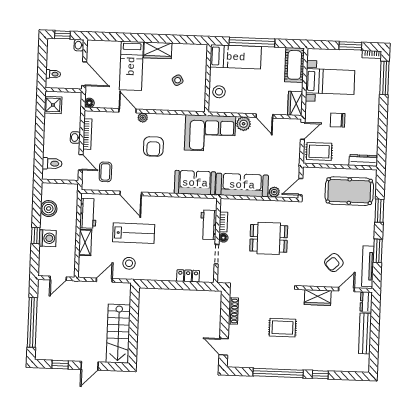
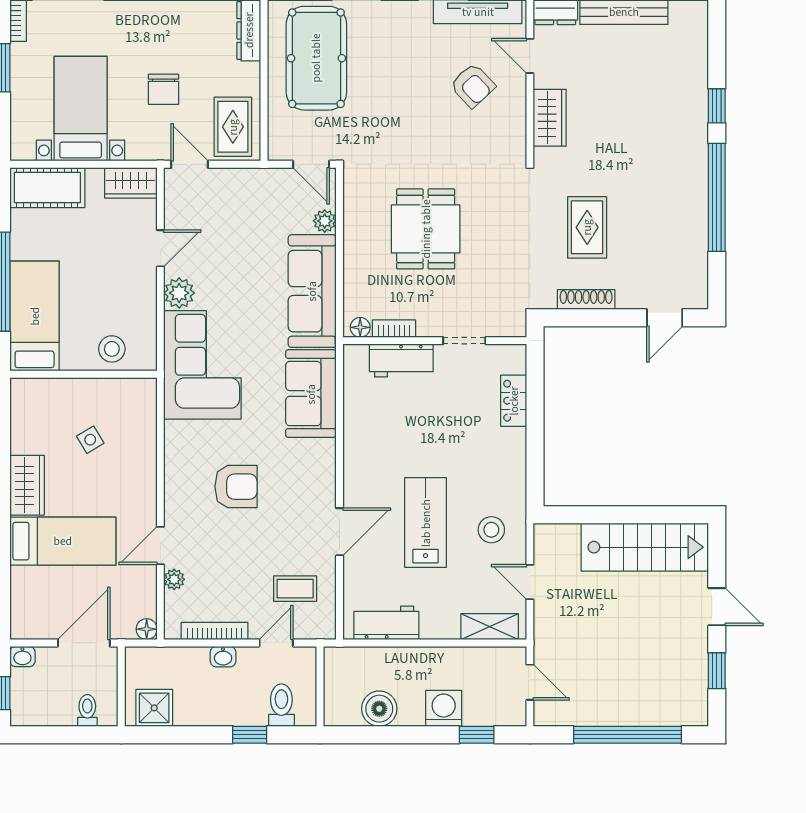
plant: (143, 118) -> (174, 579), moved
window: (39, 148) -> (250, 735), added
window: (36, 236) -> (477, 735), moved
floor lamp: (223, 238) -> (360, 327), moved
shelving: (85, 242) -> (490, 627), moved
rug: (283, 328) -> (587, 227), moved

